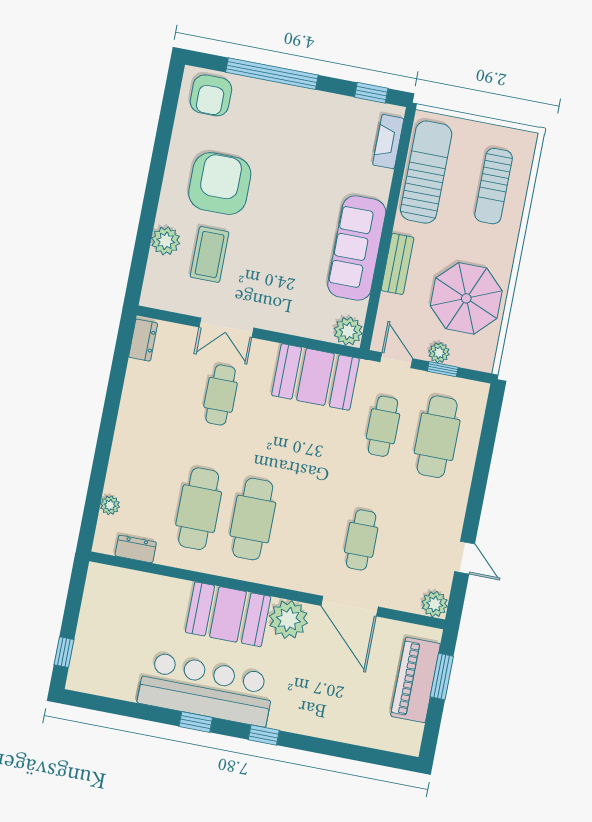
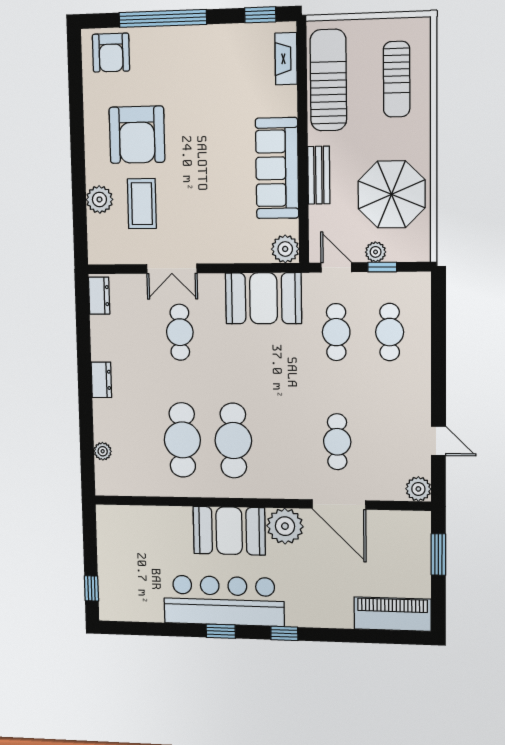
armchair: (220, 184) -> (137, 135), turned 180
cafe table: (437, 437) -> (390, 332), width x0.73, depth x0.74
dresser: (136, 549) -> (101, 380), moved, turned 90
piano: (416, 680) -> (392, 614), moved, turned 90

